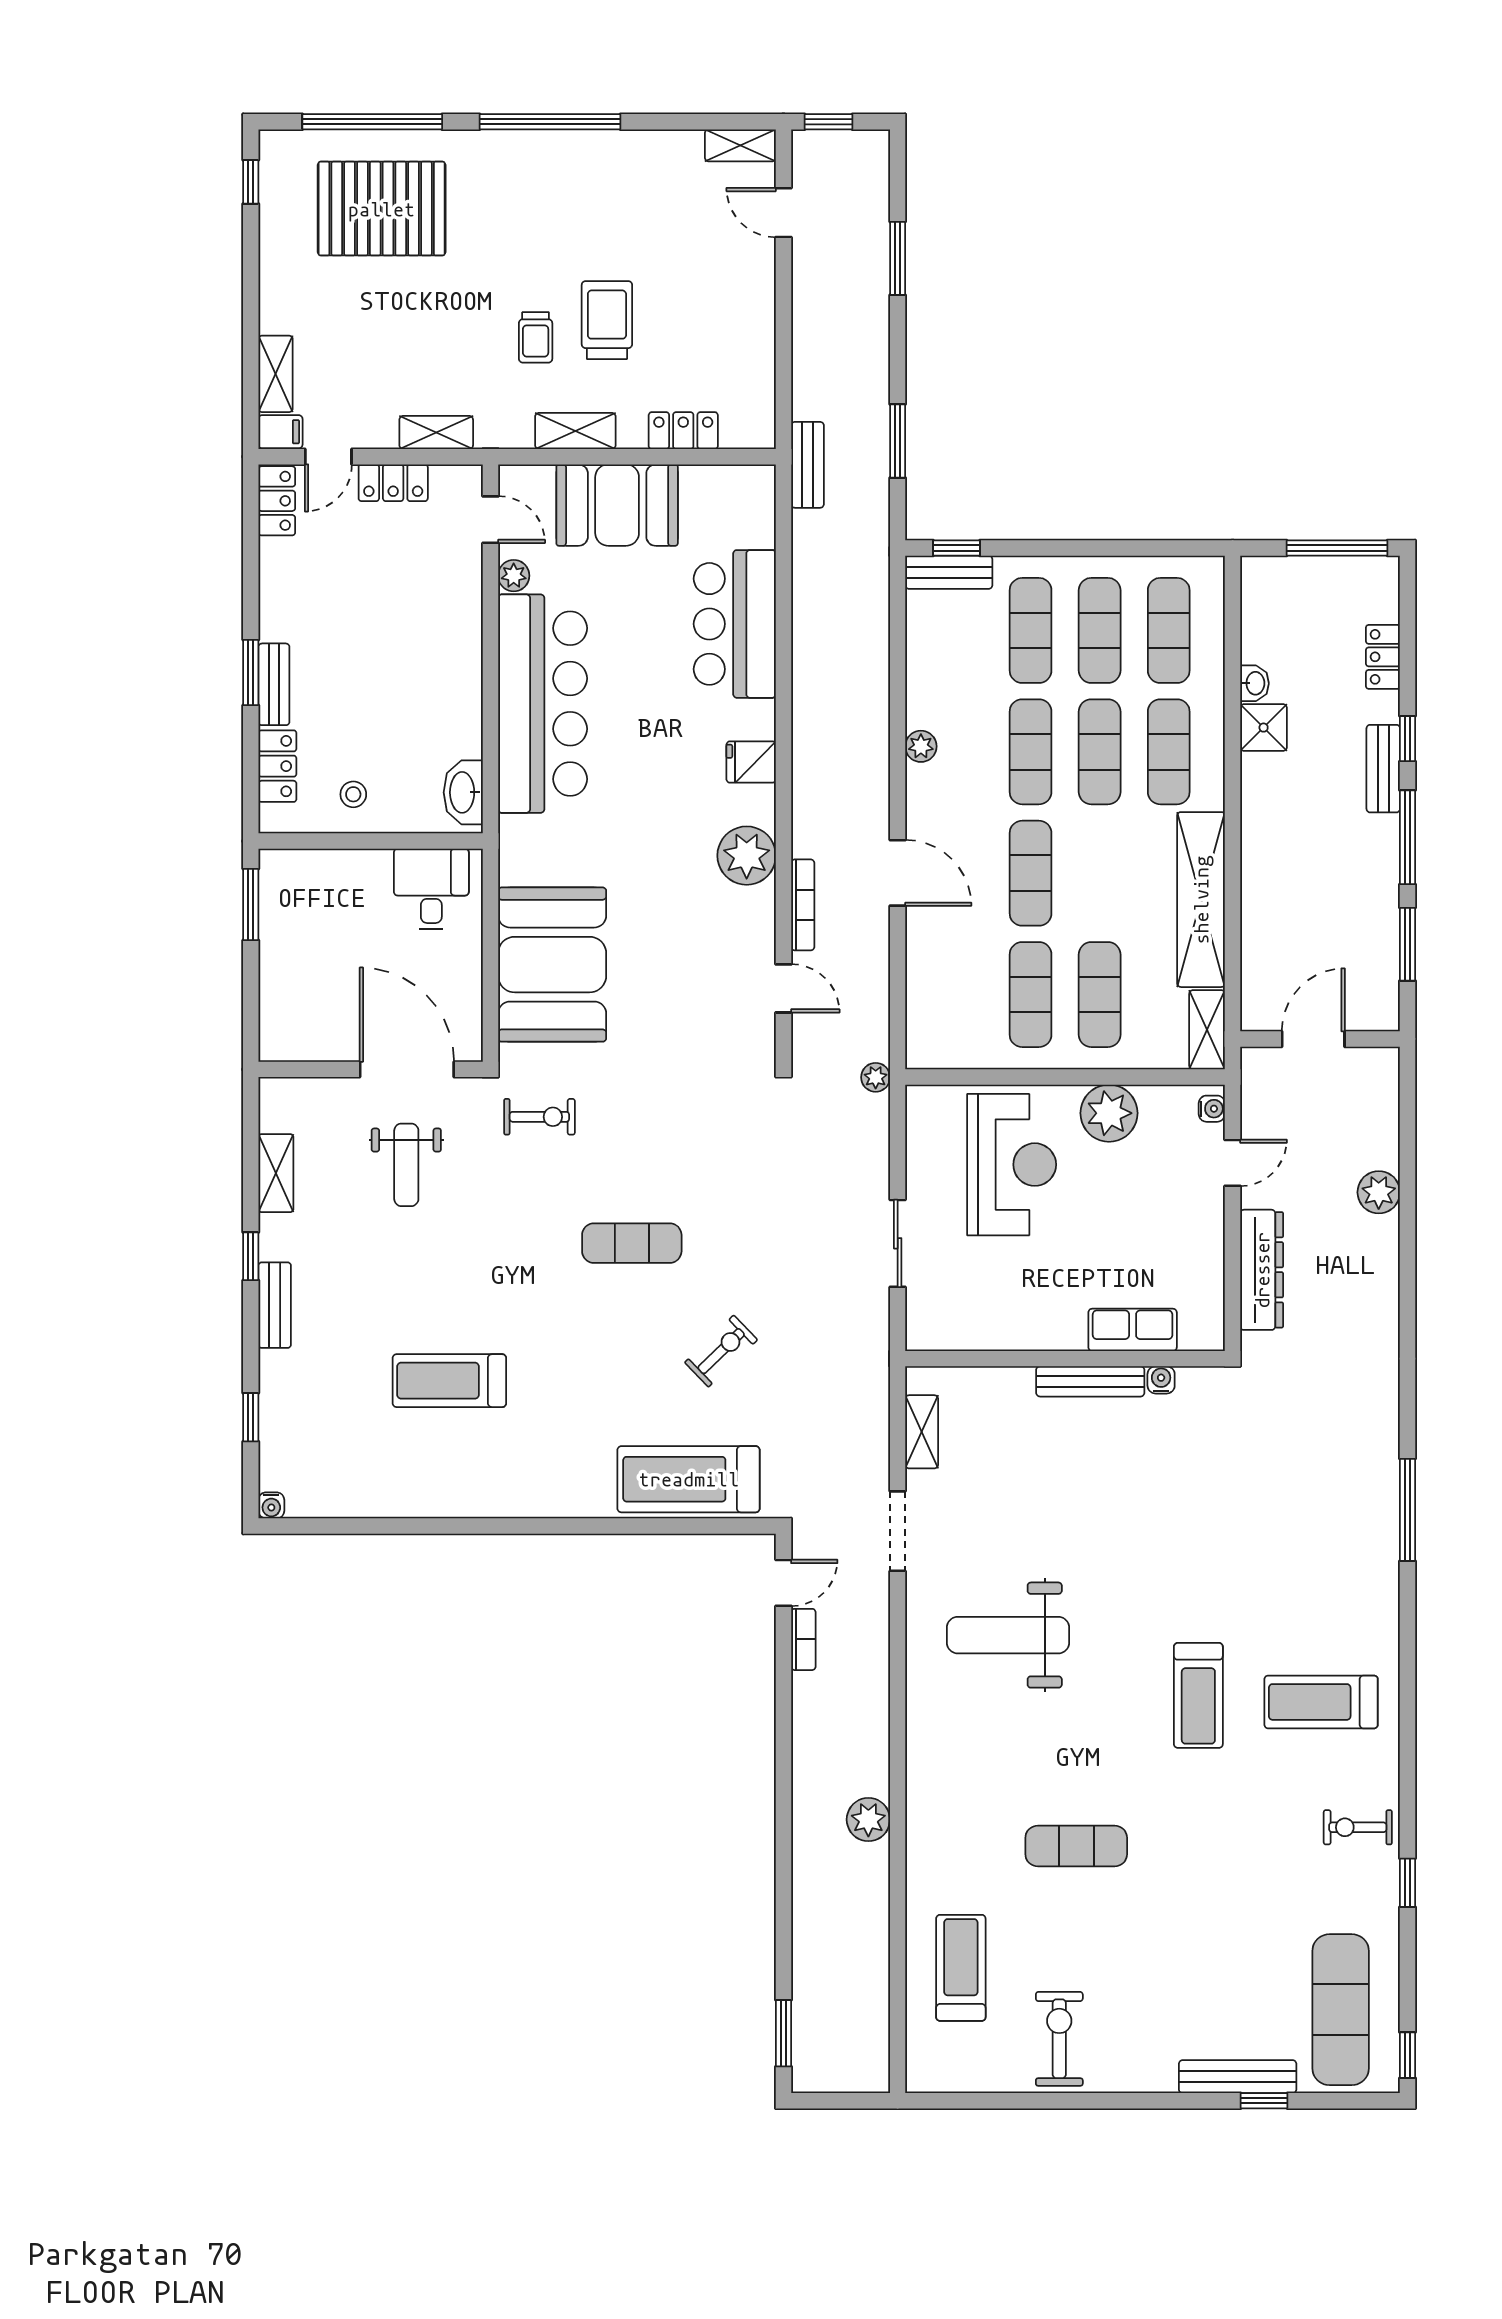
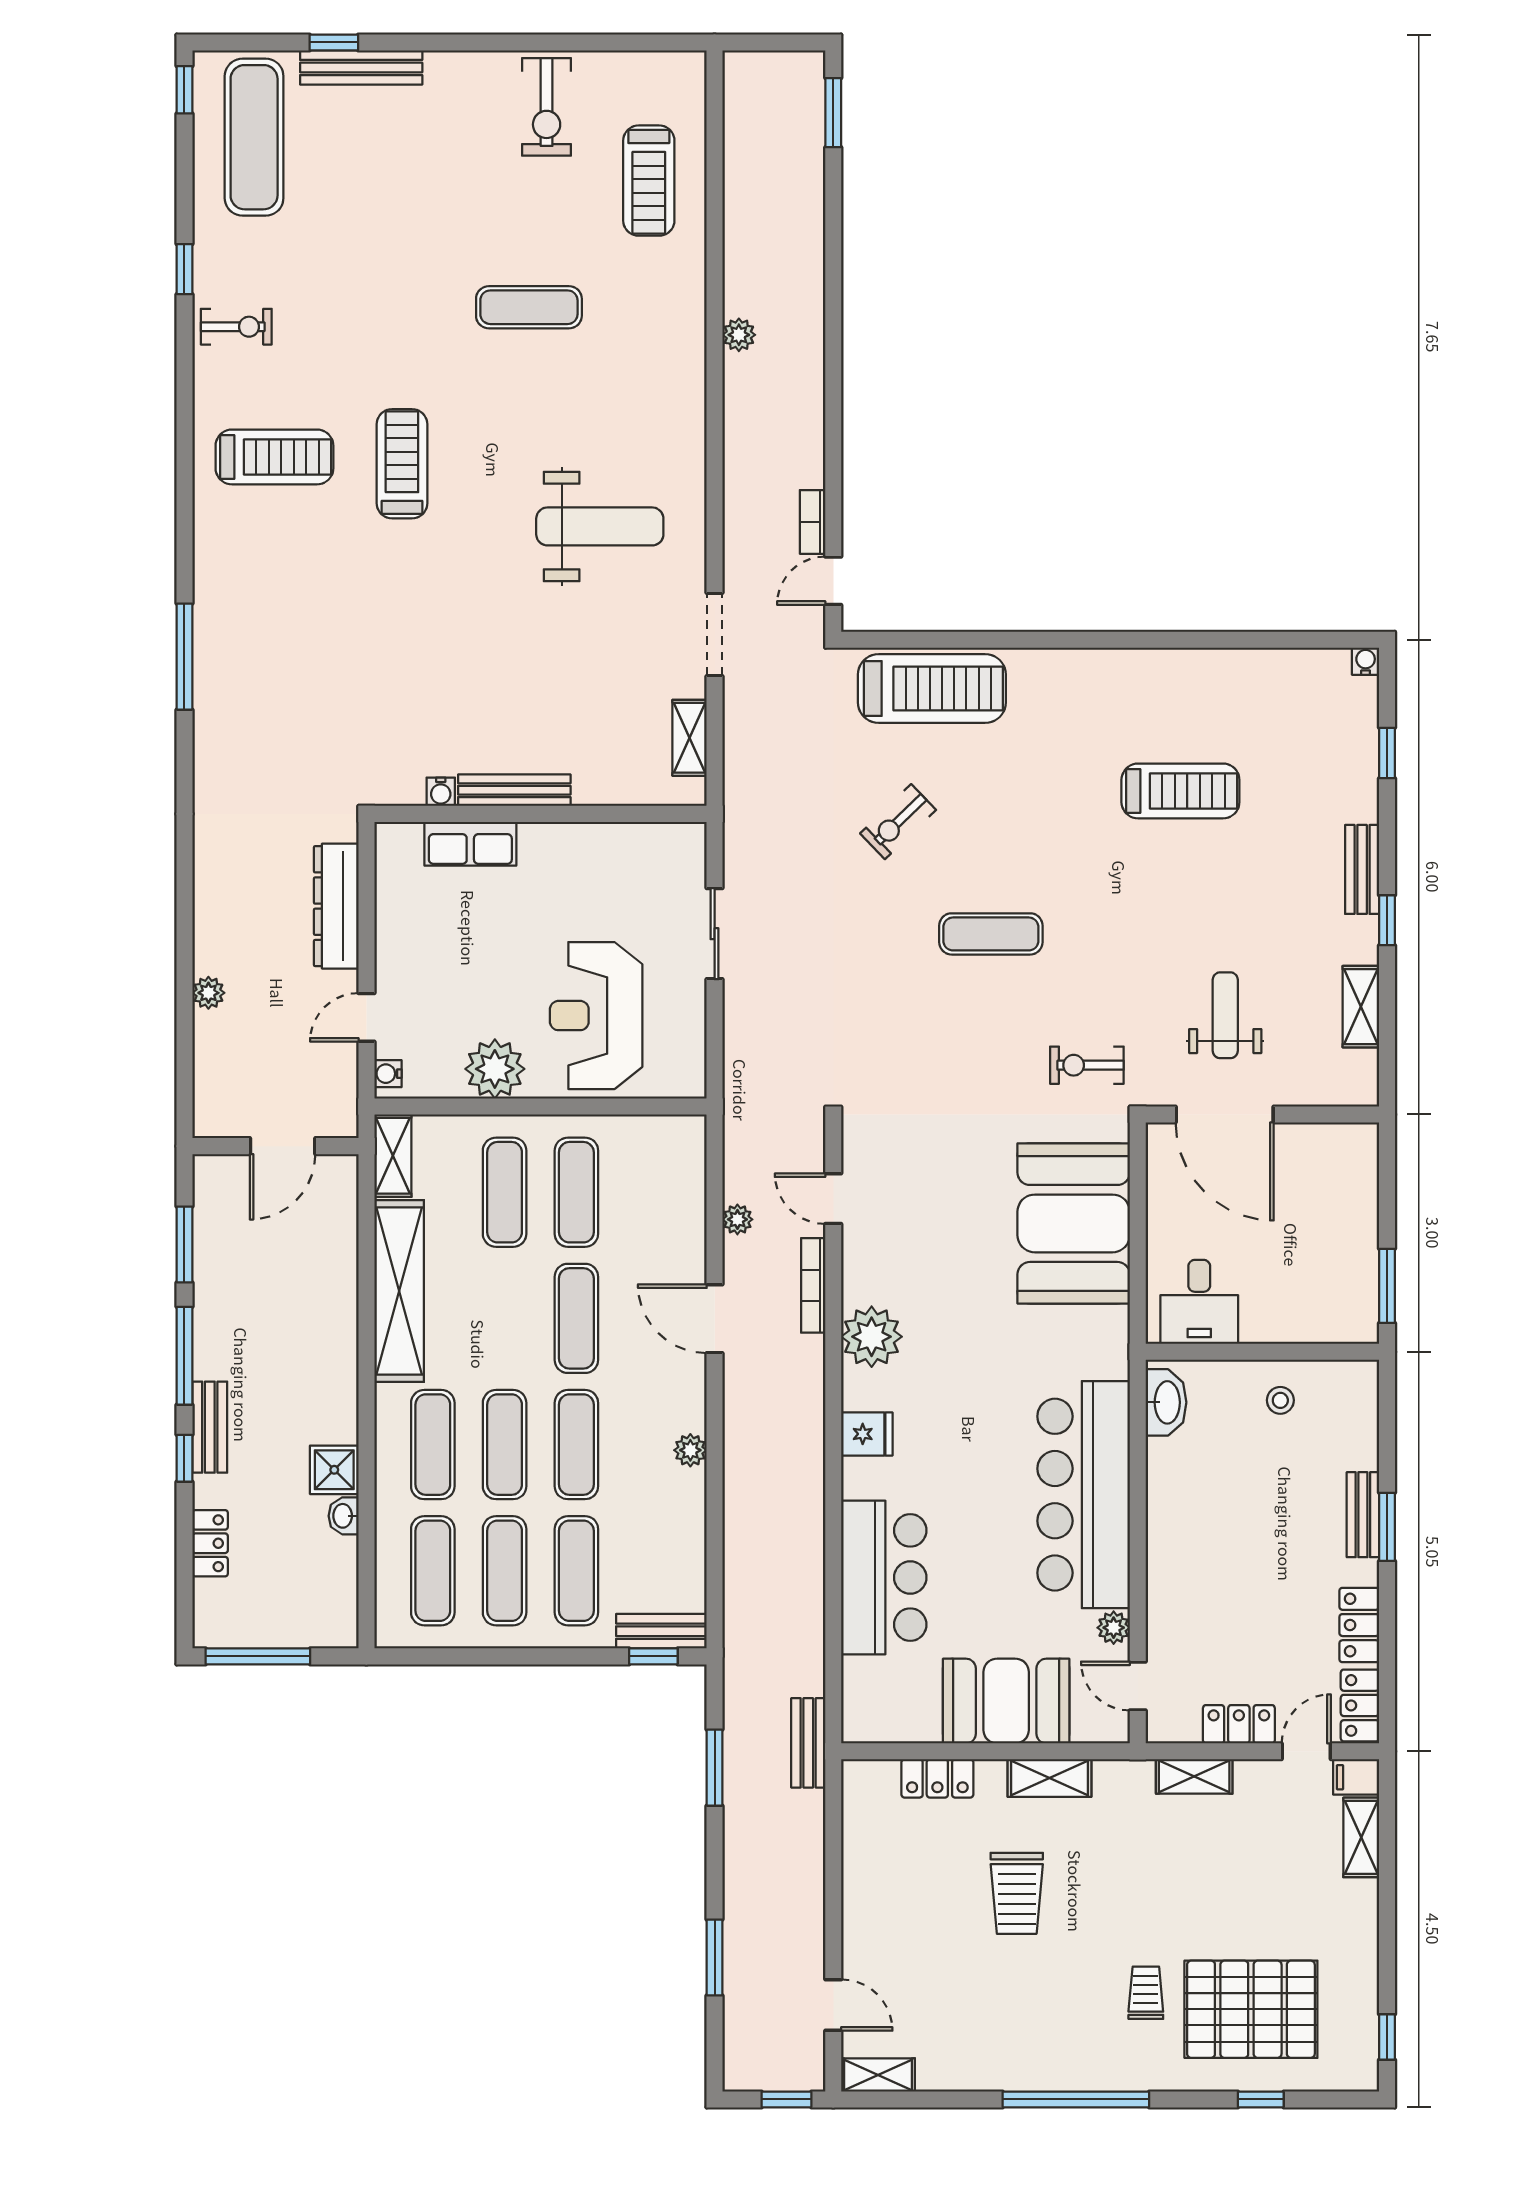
window: (372, 122) -> (1261, 2099), width x0.32
trolley: (536, 337) -> (1146, 1993), moved
locker: (277, 766) -> (1359, 1625), moved
plant: (876, 1077) -> (737, 1219), moved
plant: (1379, 1192) -> (208, 993), width x0.73, depth x0.73
plant: (868, 1820) -> (739, 335), width x0.73, depth x0.73

